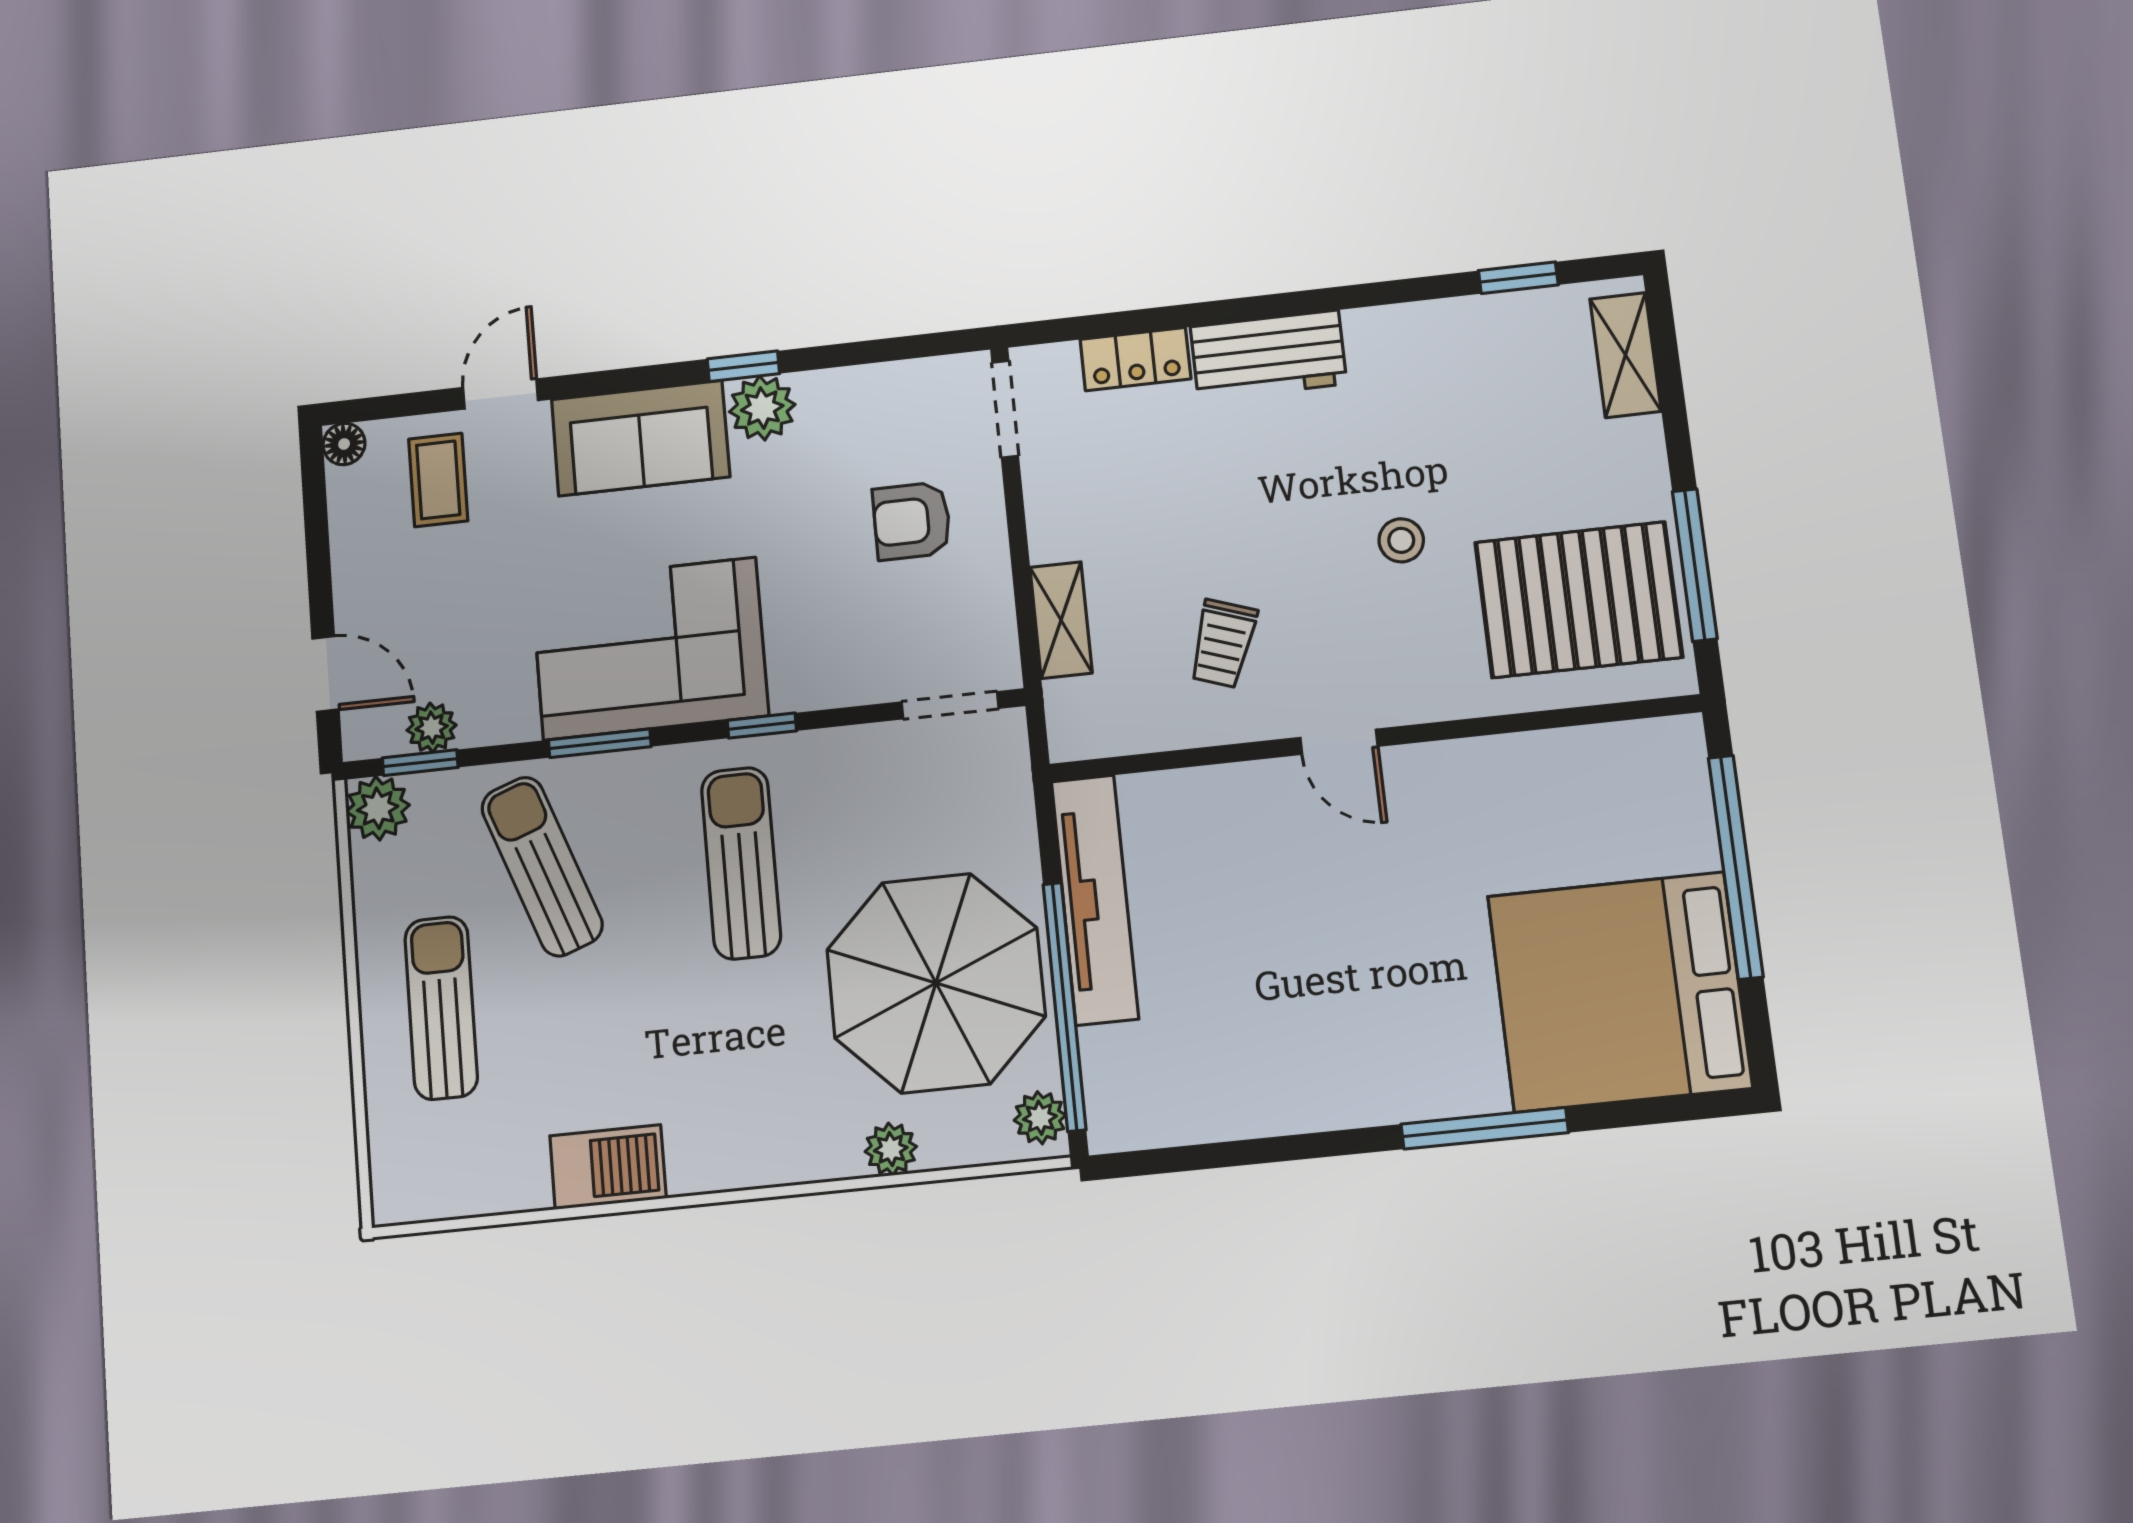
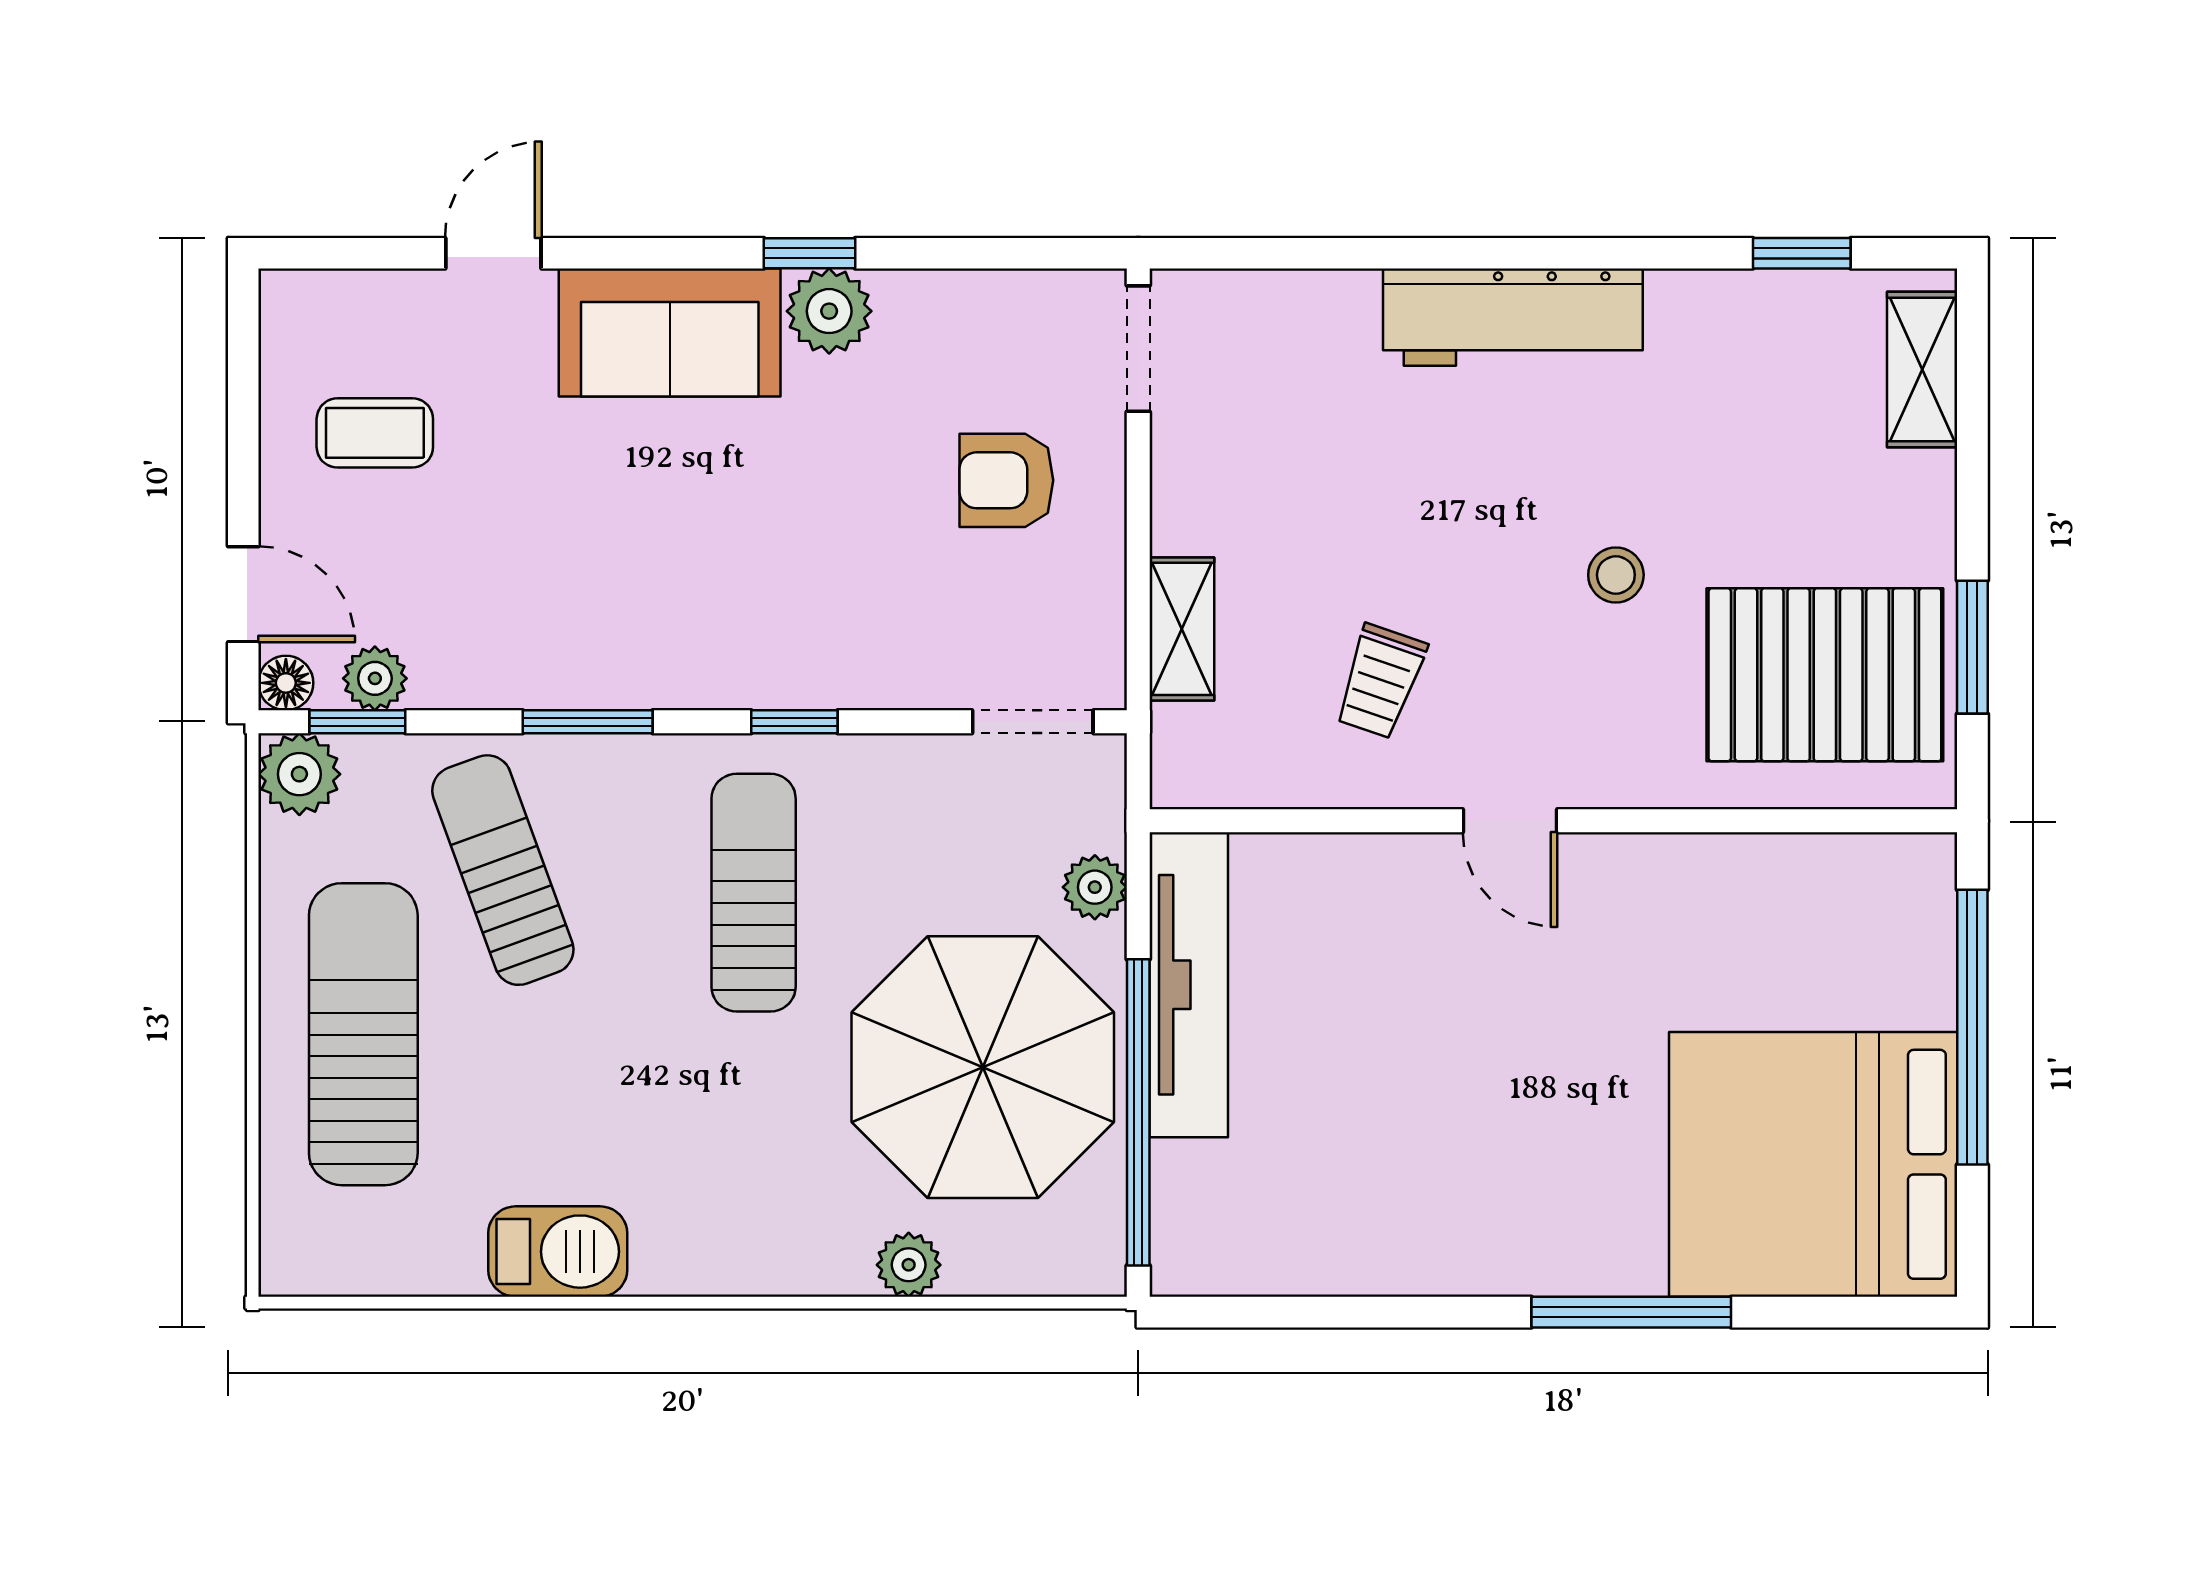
workbench: (1268, 355) -> (1513, 317), width x1.38
locker: (1135, 359) -> (1310, 303), removed
floor lamp: (344, 444) -> (286, 683), moved
coffee table: (438, 480) -> (375, 433), moved, turned 90
window: (1695, 565) -> (1972, 647), width x0.69
corner sofa: (650, 649) -> (660, 608), removed
sun lounger: (441, 1008) -> (363, 1034), width x1.36, depth x1.34
plant: (1040, 1118) -> (1095, 887), moved

